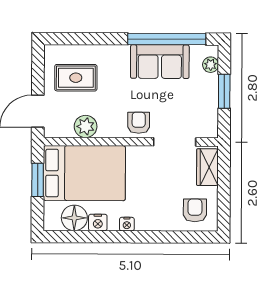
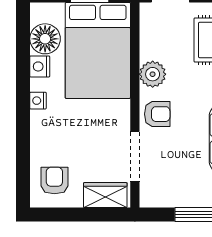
plant: (86, 126) -> (153, 74), moved
armchair: (195, 210) -> (54, 181), turned -90

